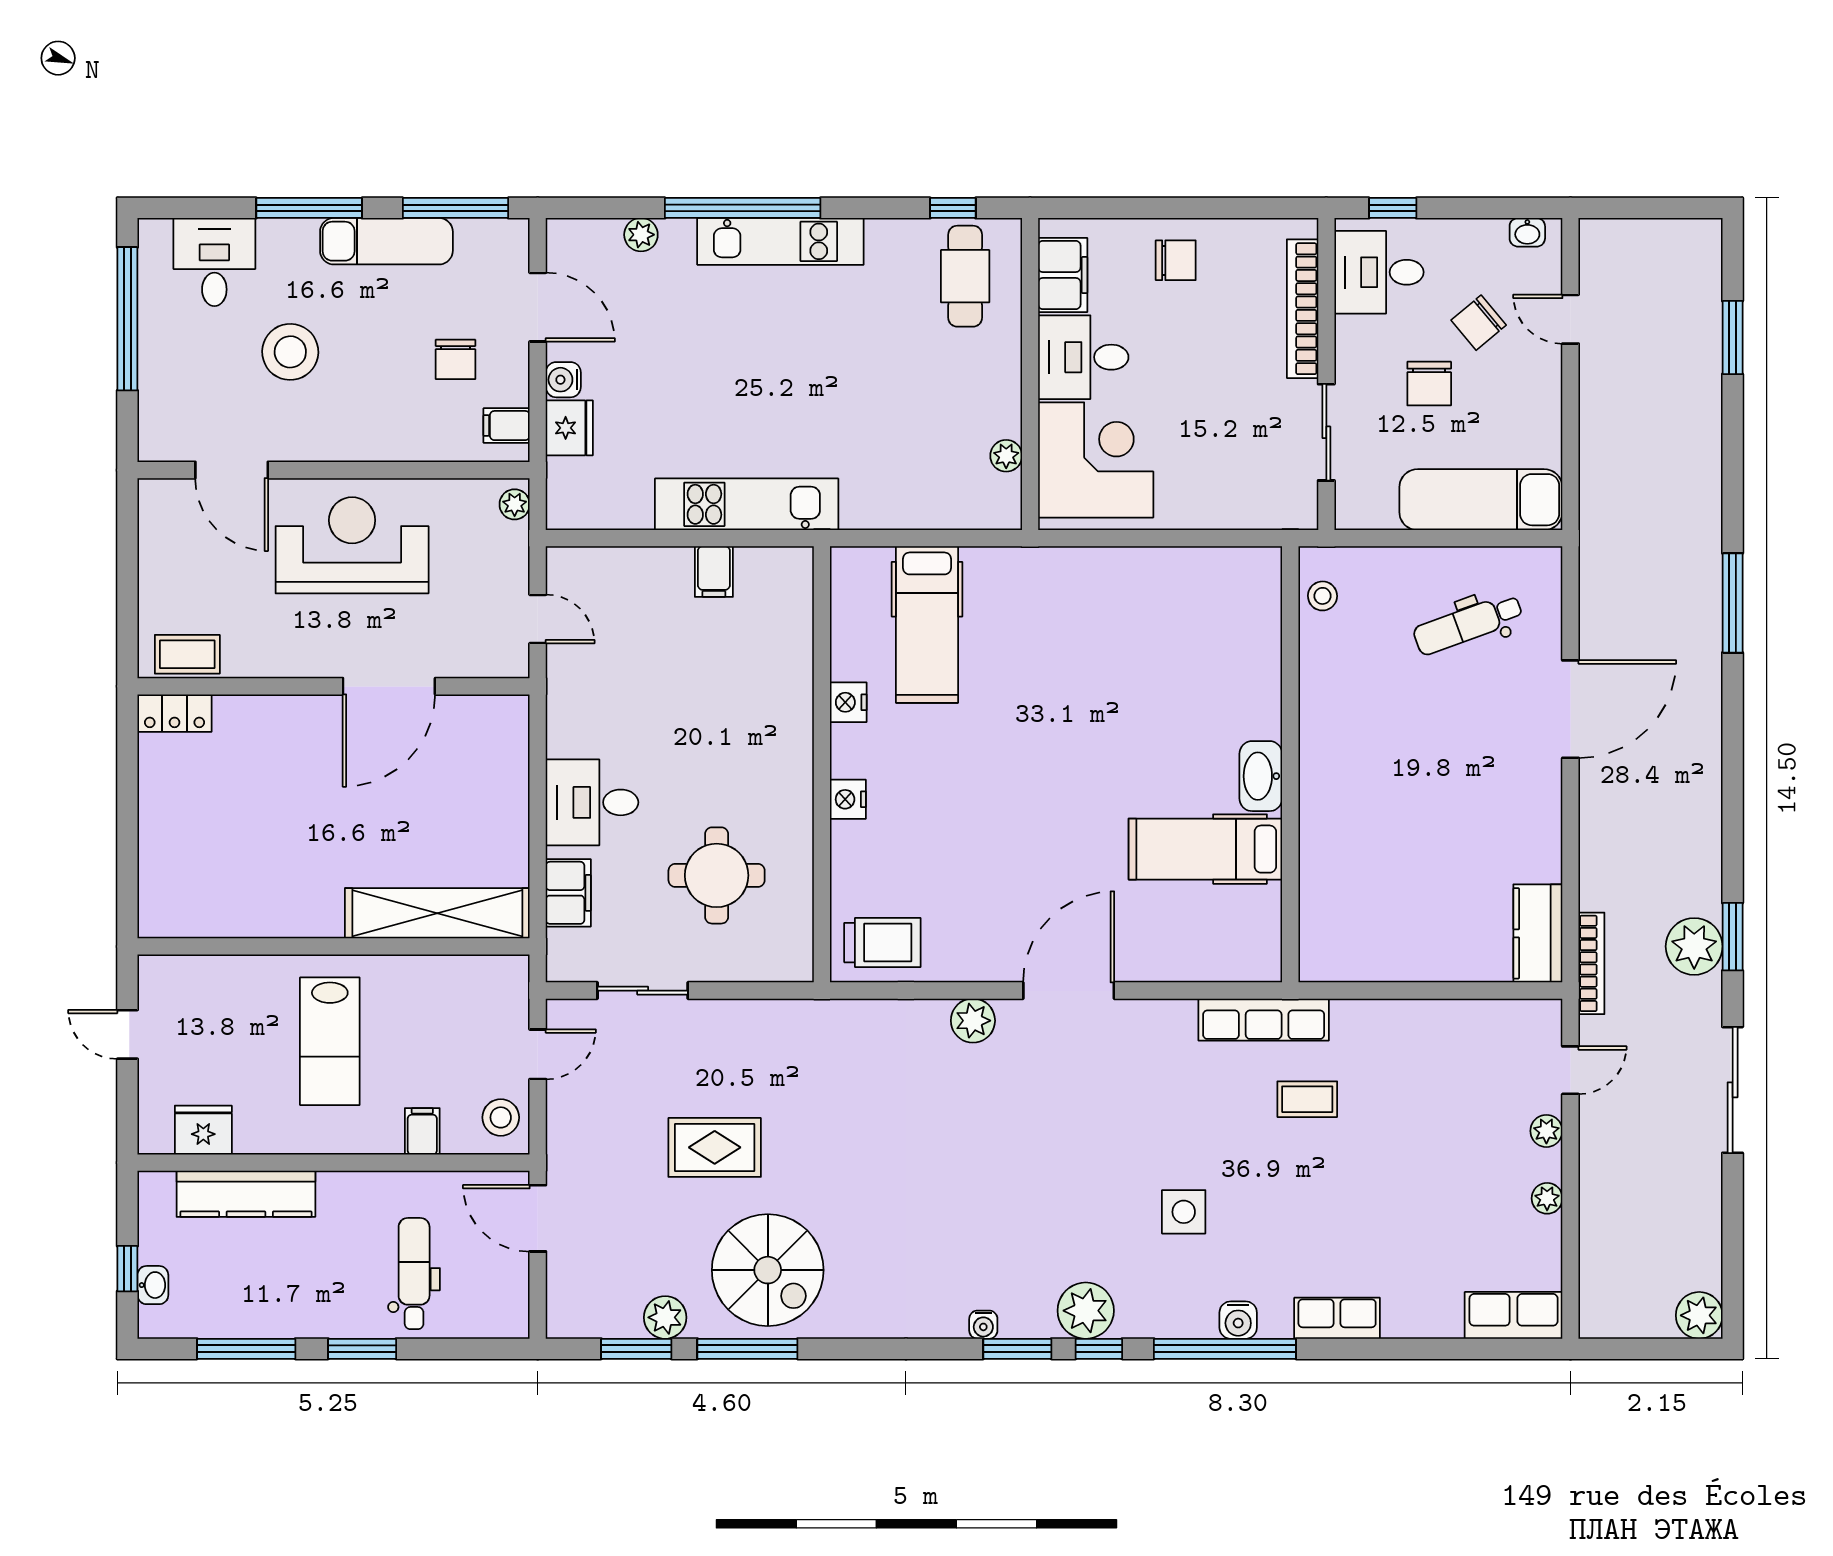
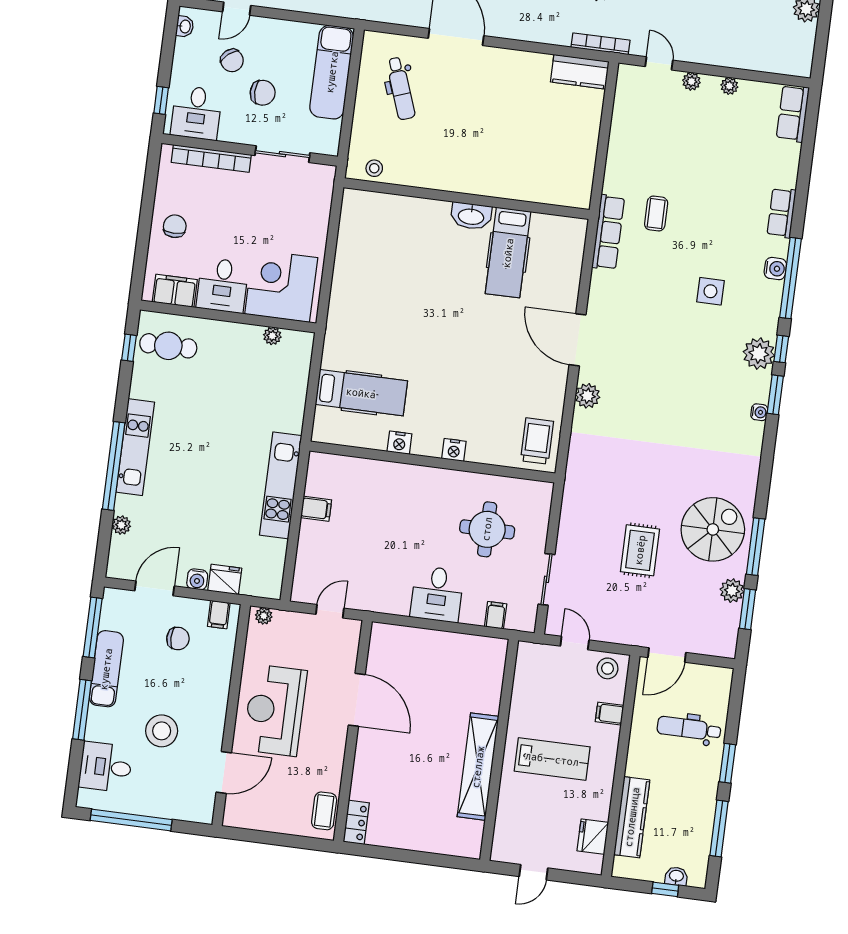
filing cabinet: (568, 893) -> (496, 615), width x0.50
shelving: (437, 913) -> (478, 767), moved

